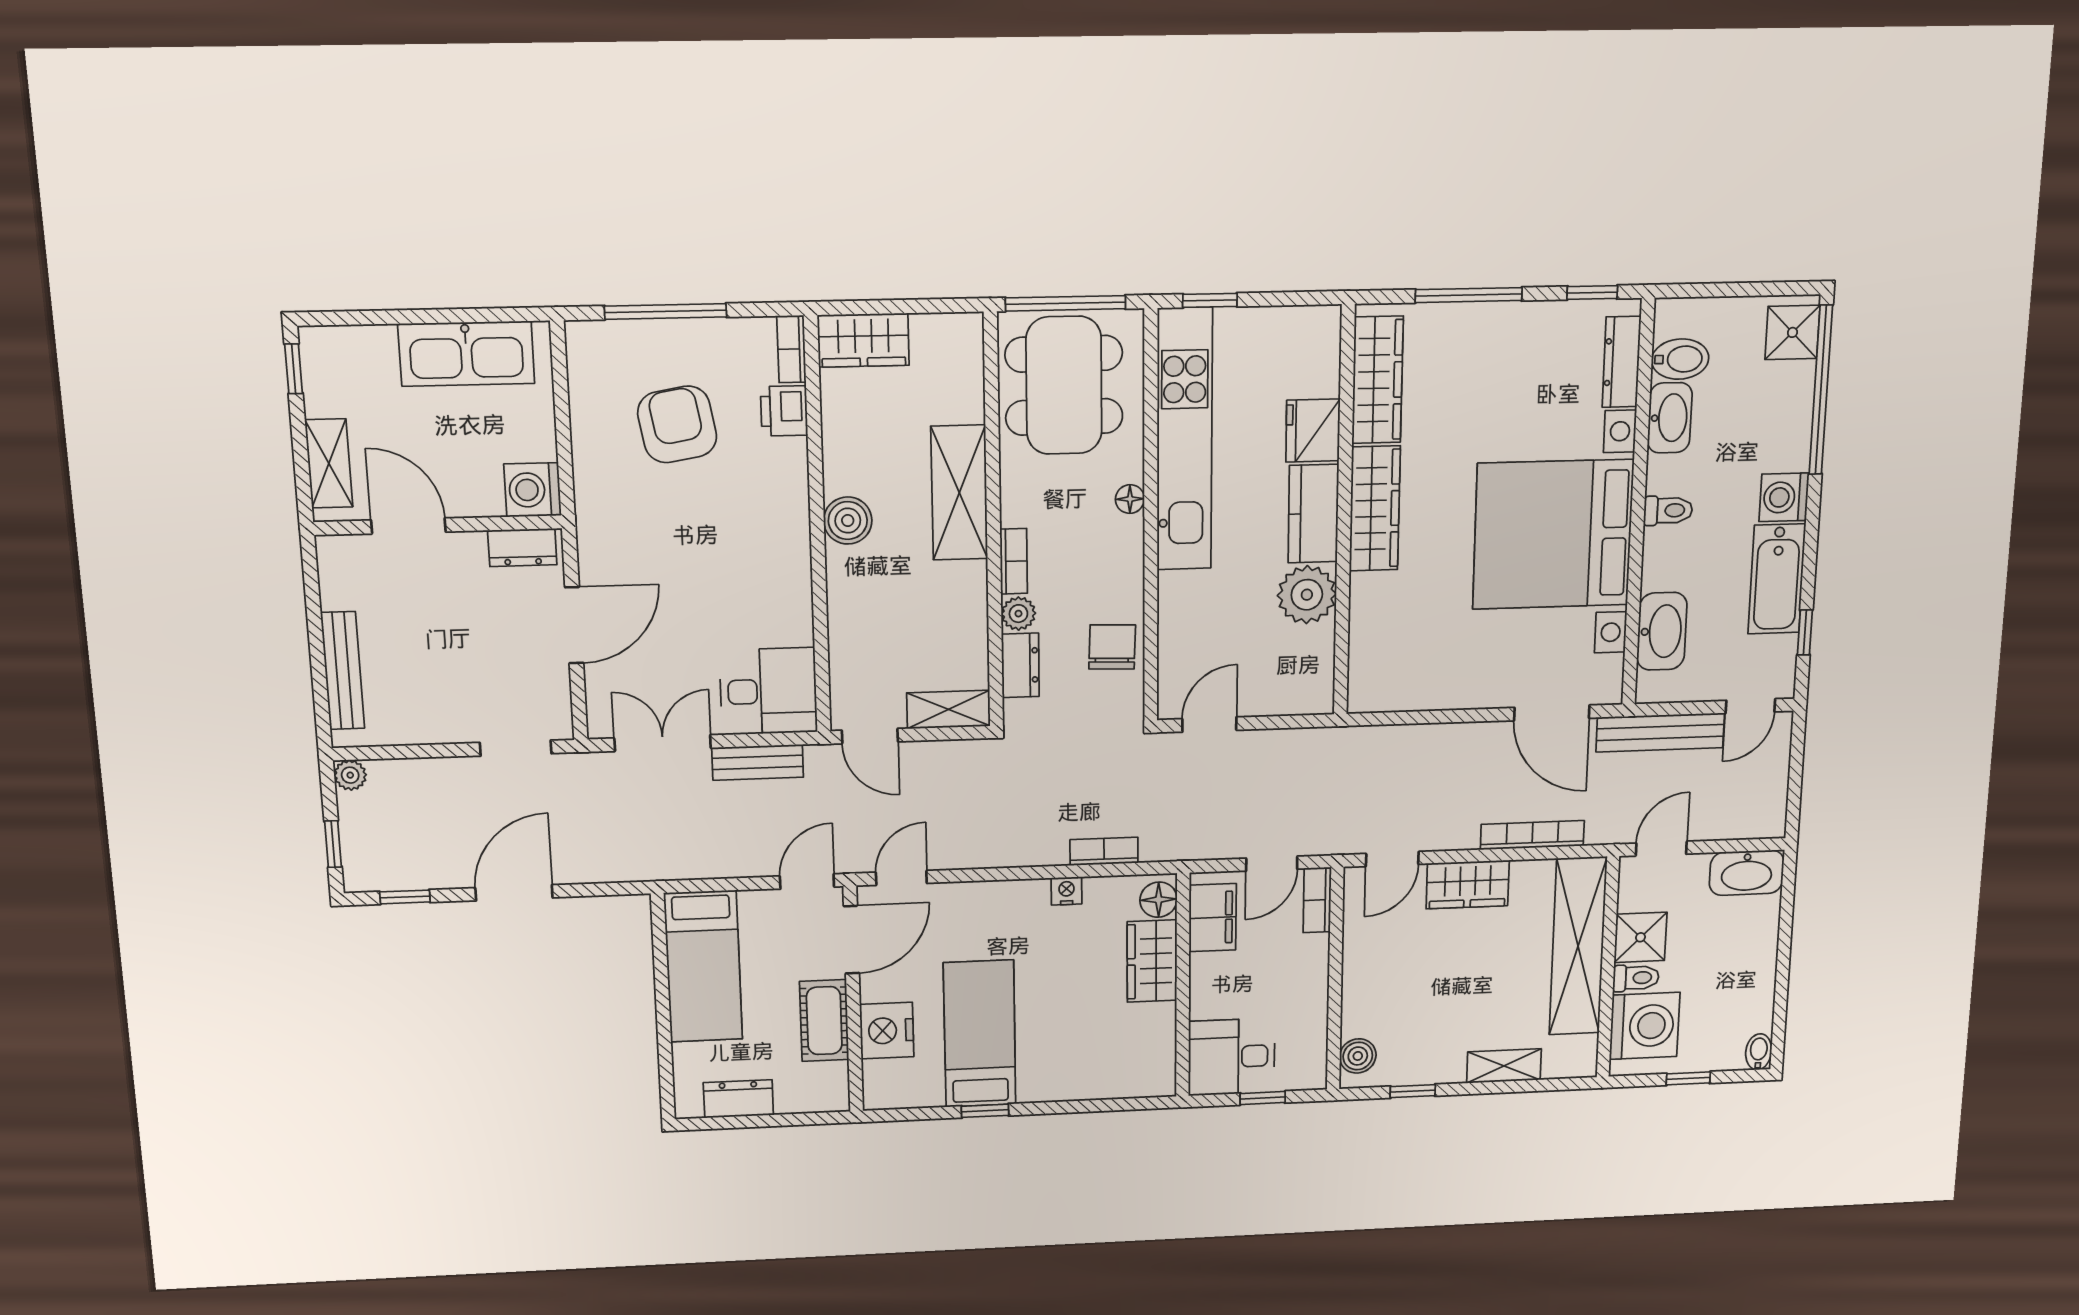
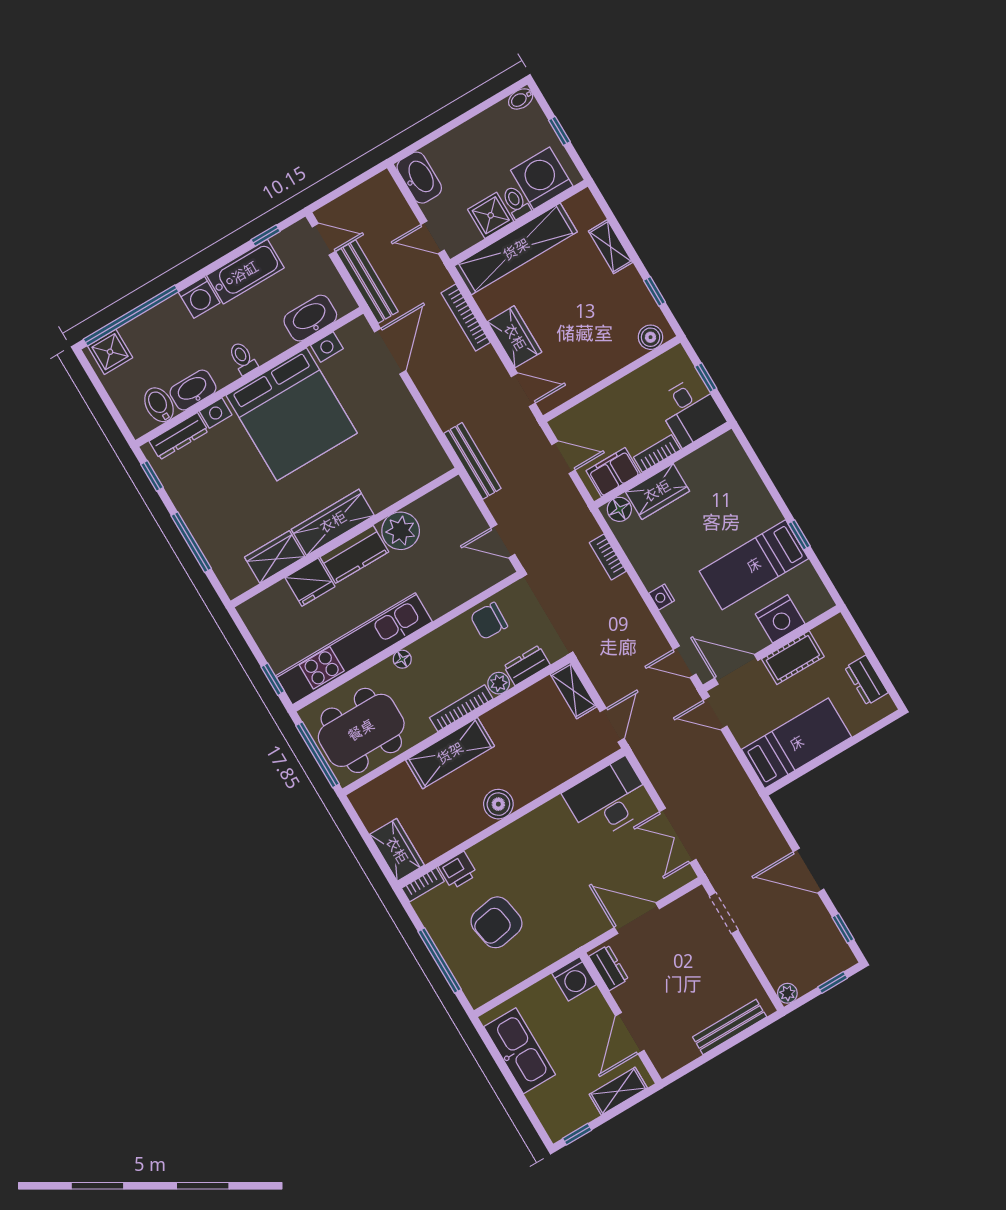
wardrobe: (1378, 380) -> (275, 557), width x0.67
bookcase: (1014, 561) -> (461, 708), width x1.56
desk: (768, 691) -> (608, 800), width x1.37
bench: (758, 762) -> (472, 461), moved, width x1.36
nightstand: (1067, 891) -> (662, 597), moved
bookcase: (1317, 900) -> (657, 454), moved, turned 180

